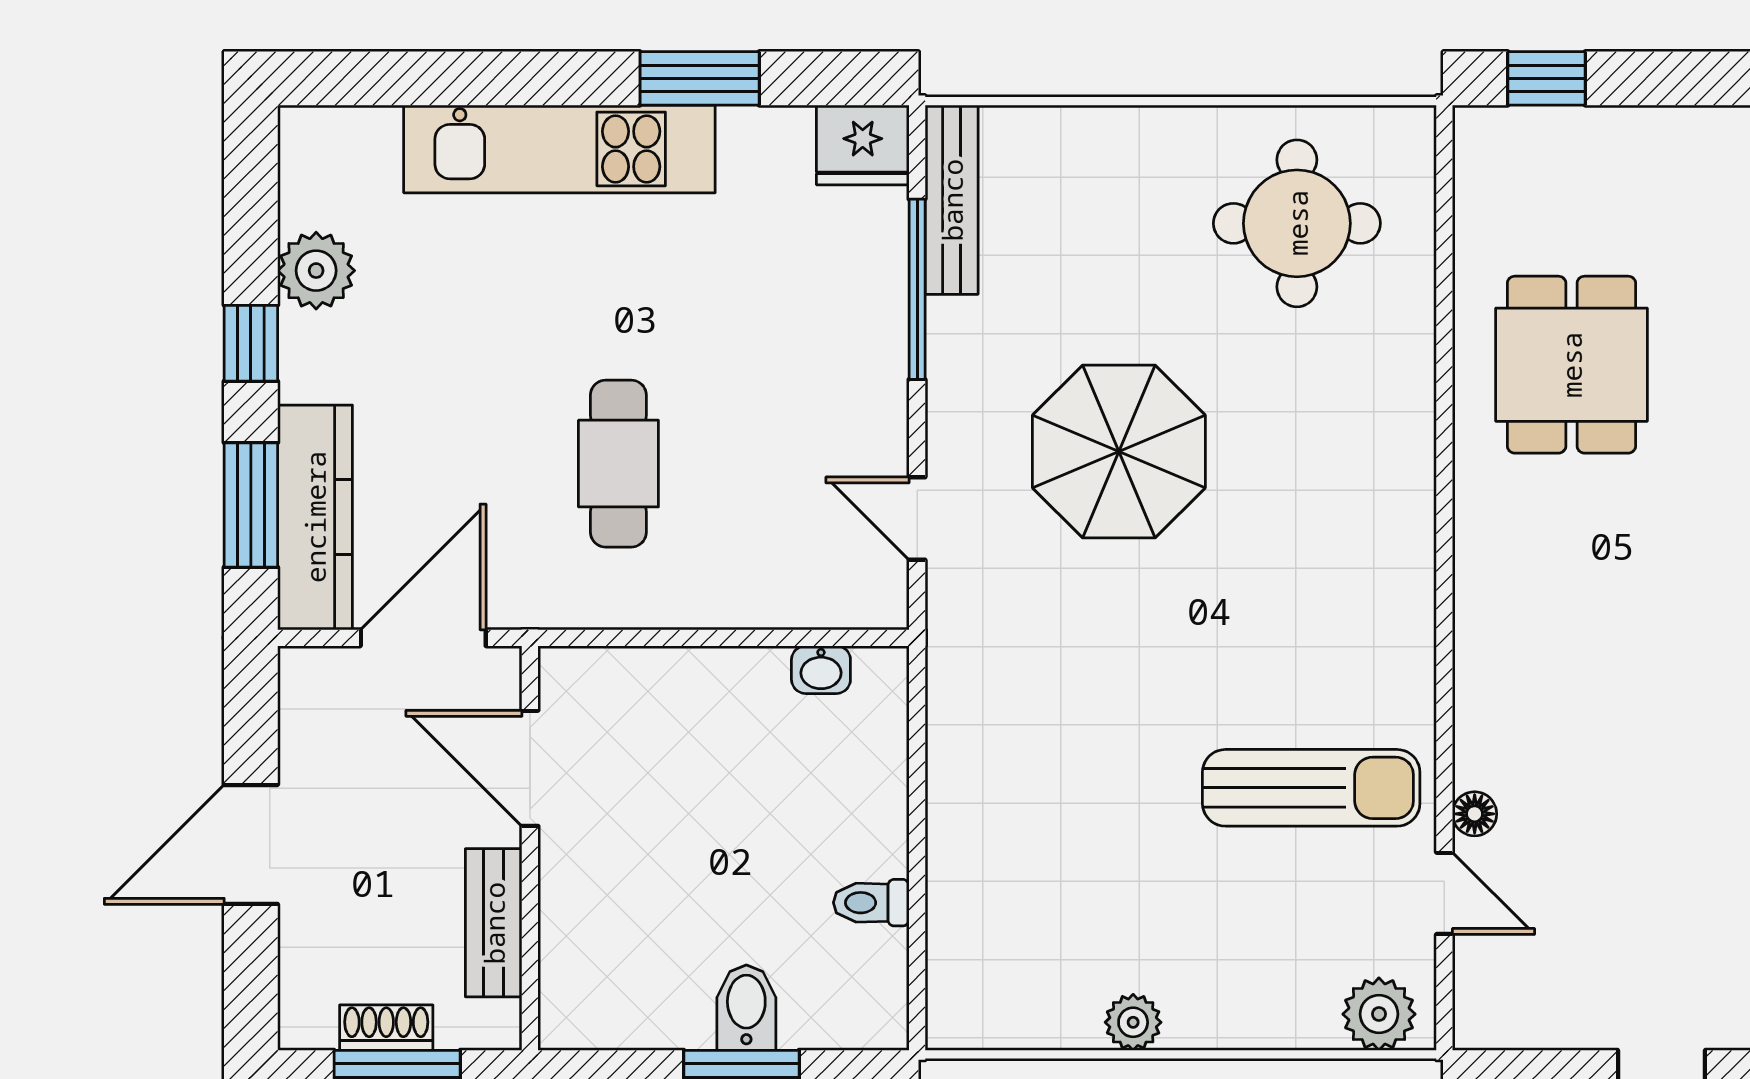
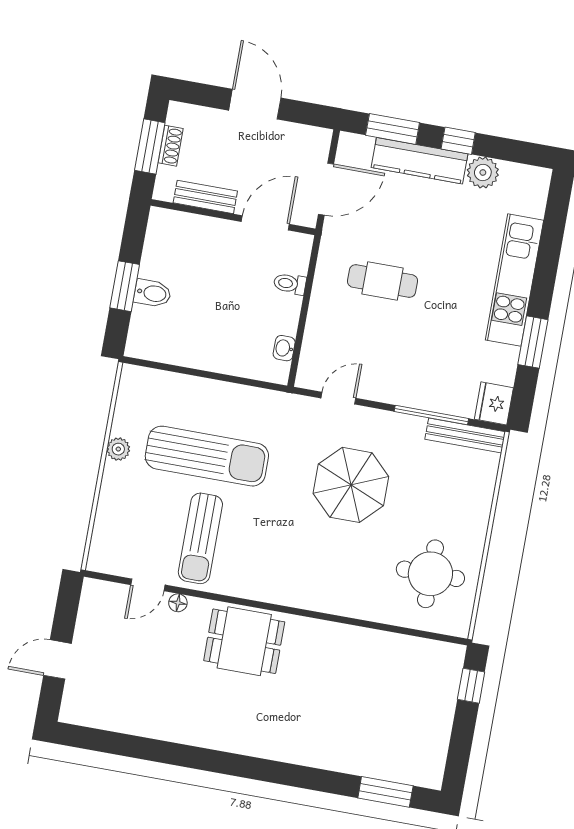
dining table: (1571, 365) -> (244, 641), moved
kitchen counter: (315, 517) -> (420, 161), moved
door: (423, 638) -> (326, 189), hinge flipped
sun lounger: (1112, 808) -> (207, 456), added
toilet: (871, 903) -> (290, 284), moved, turned -90
plant: (1379, 1014) -> (104, 549), removed

